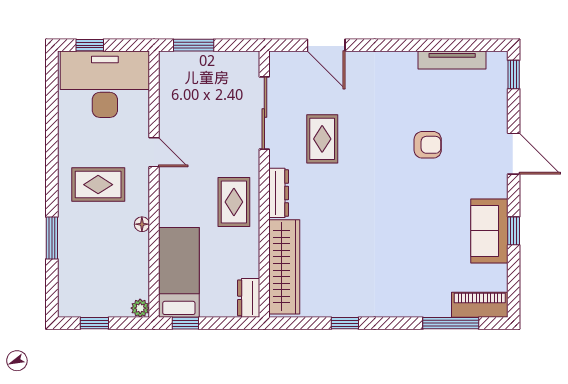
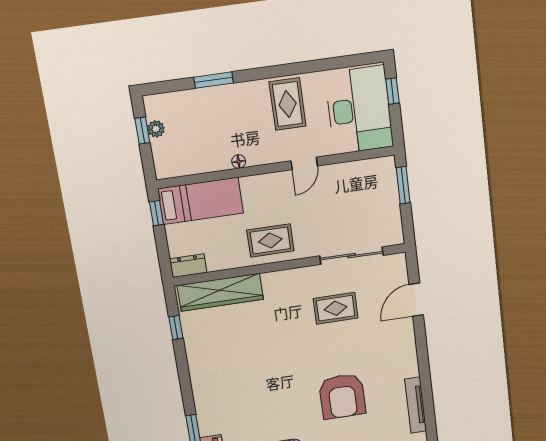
armchair: (428, 145) -> (342, 396), width x1.88, depth x1.88
rug: (98, 185) -> (288, 104), moved
dresser: (279, 193) -> (284, 278), removed
plant: (140, 308) -> (156, 129), moved
window: (345, 323) -> (176, 328), moved

